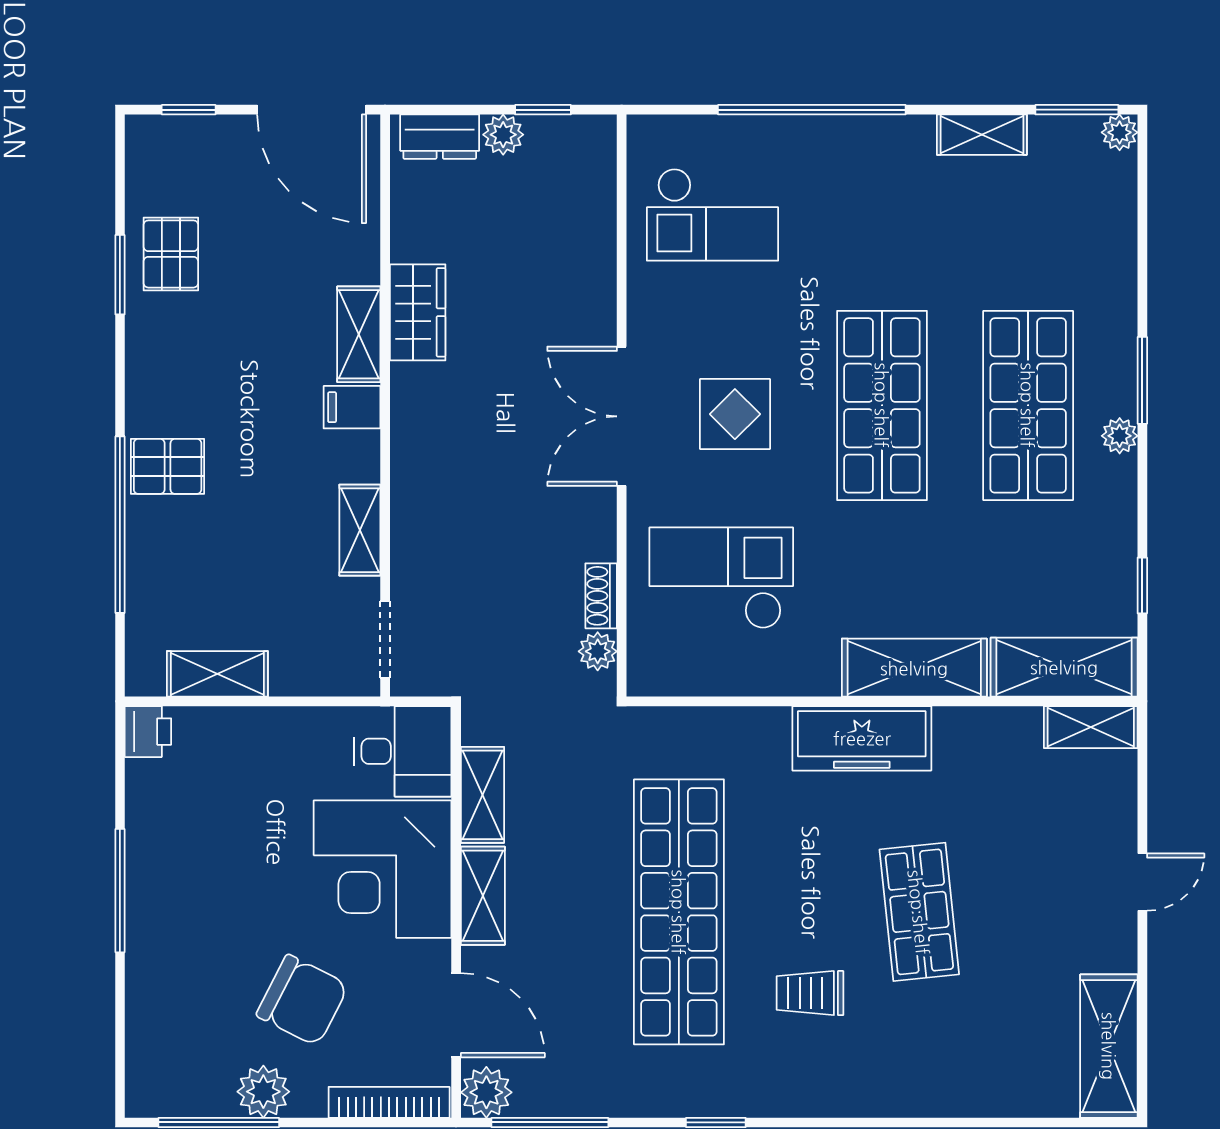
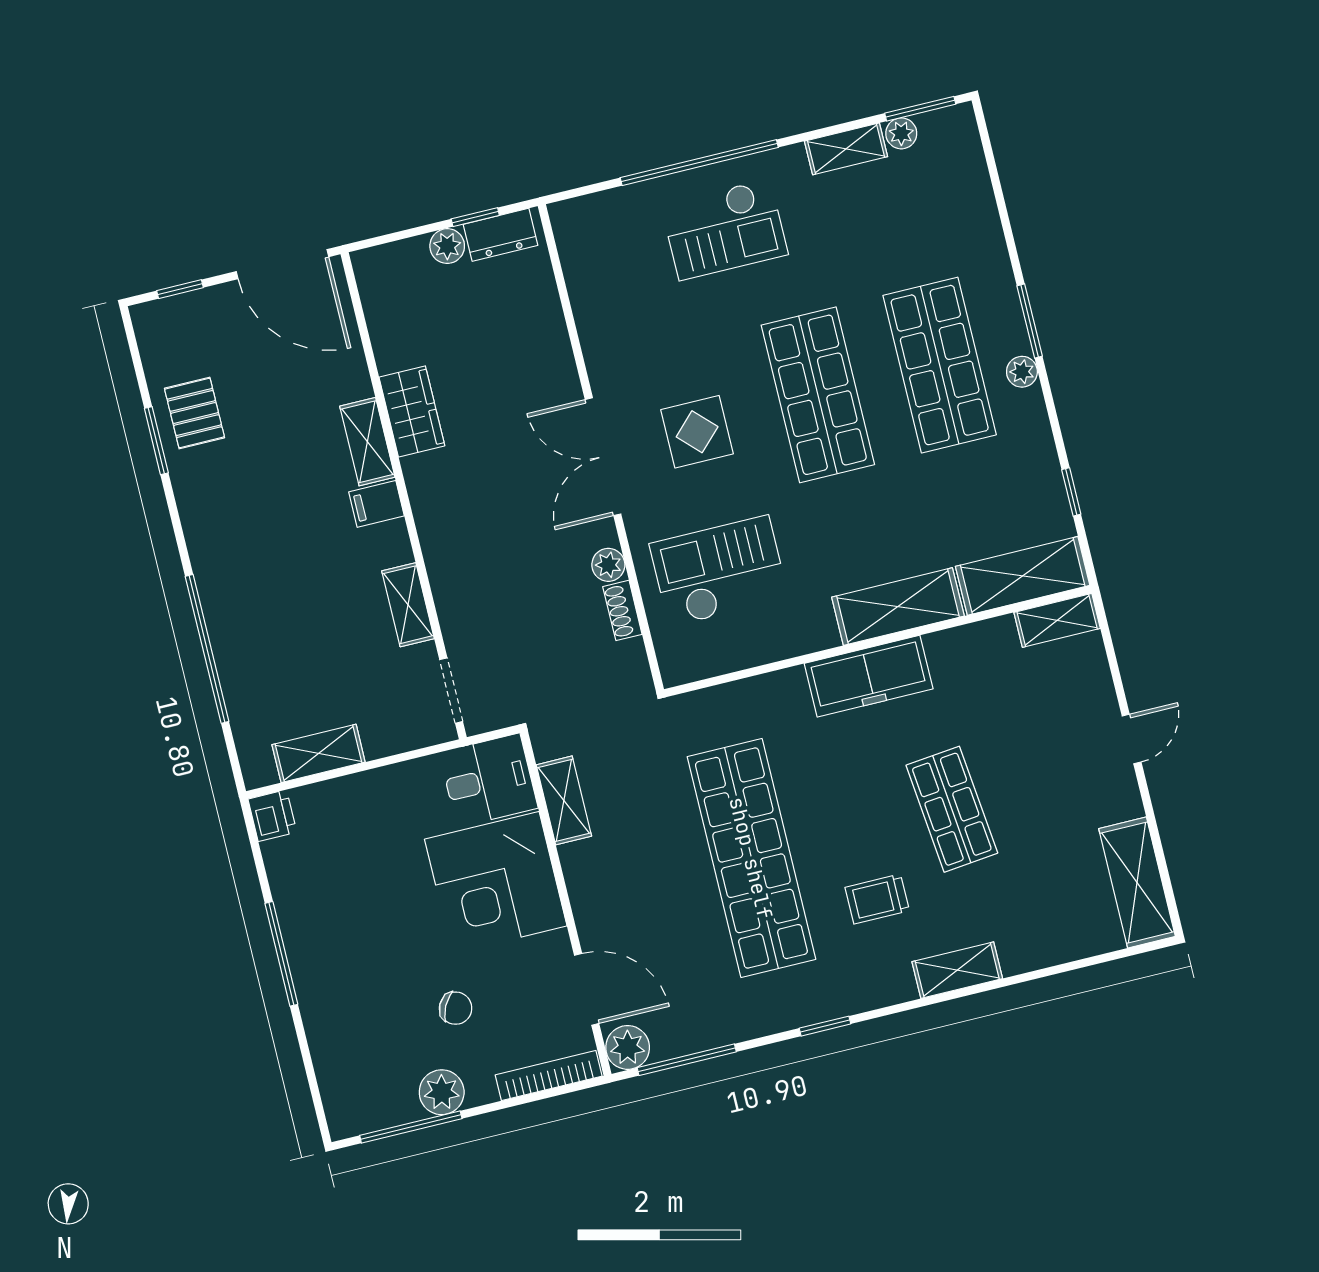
plant: (1120, 132) -> (901, 133), moved
dresser: (440, 137) -> (501, 235), moved
checkout: (712, 215) -> (724, 229), moved
pallet: (168, 466) -> (235, 591), removed
plant: (598, 651) -> (608, 565), moved
shelving: (483, 896) -> (957, 970), moved, turned 90
chair: (302, 1000) -> (456, 1008), width x0.54, depth x0.54

